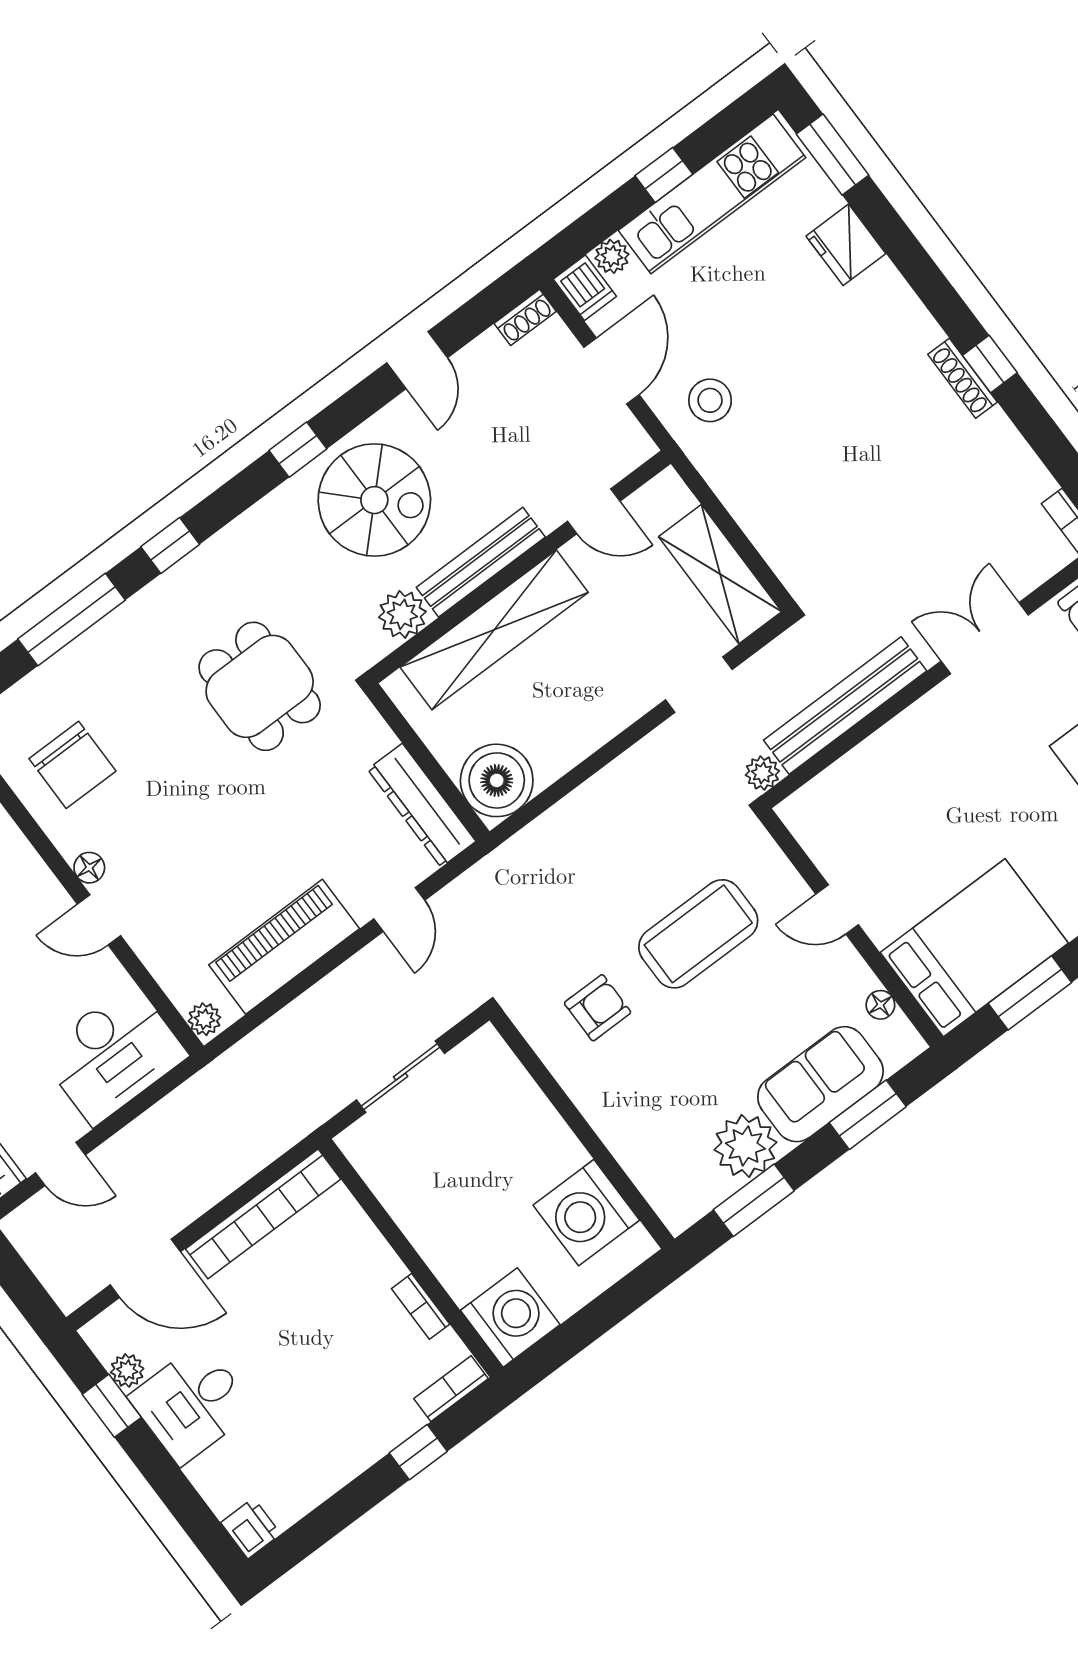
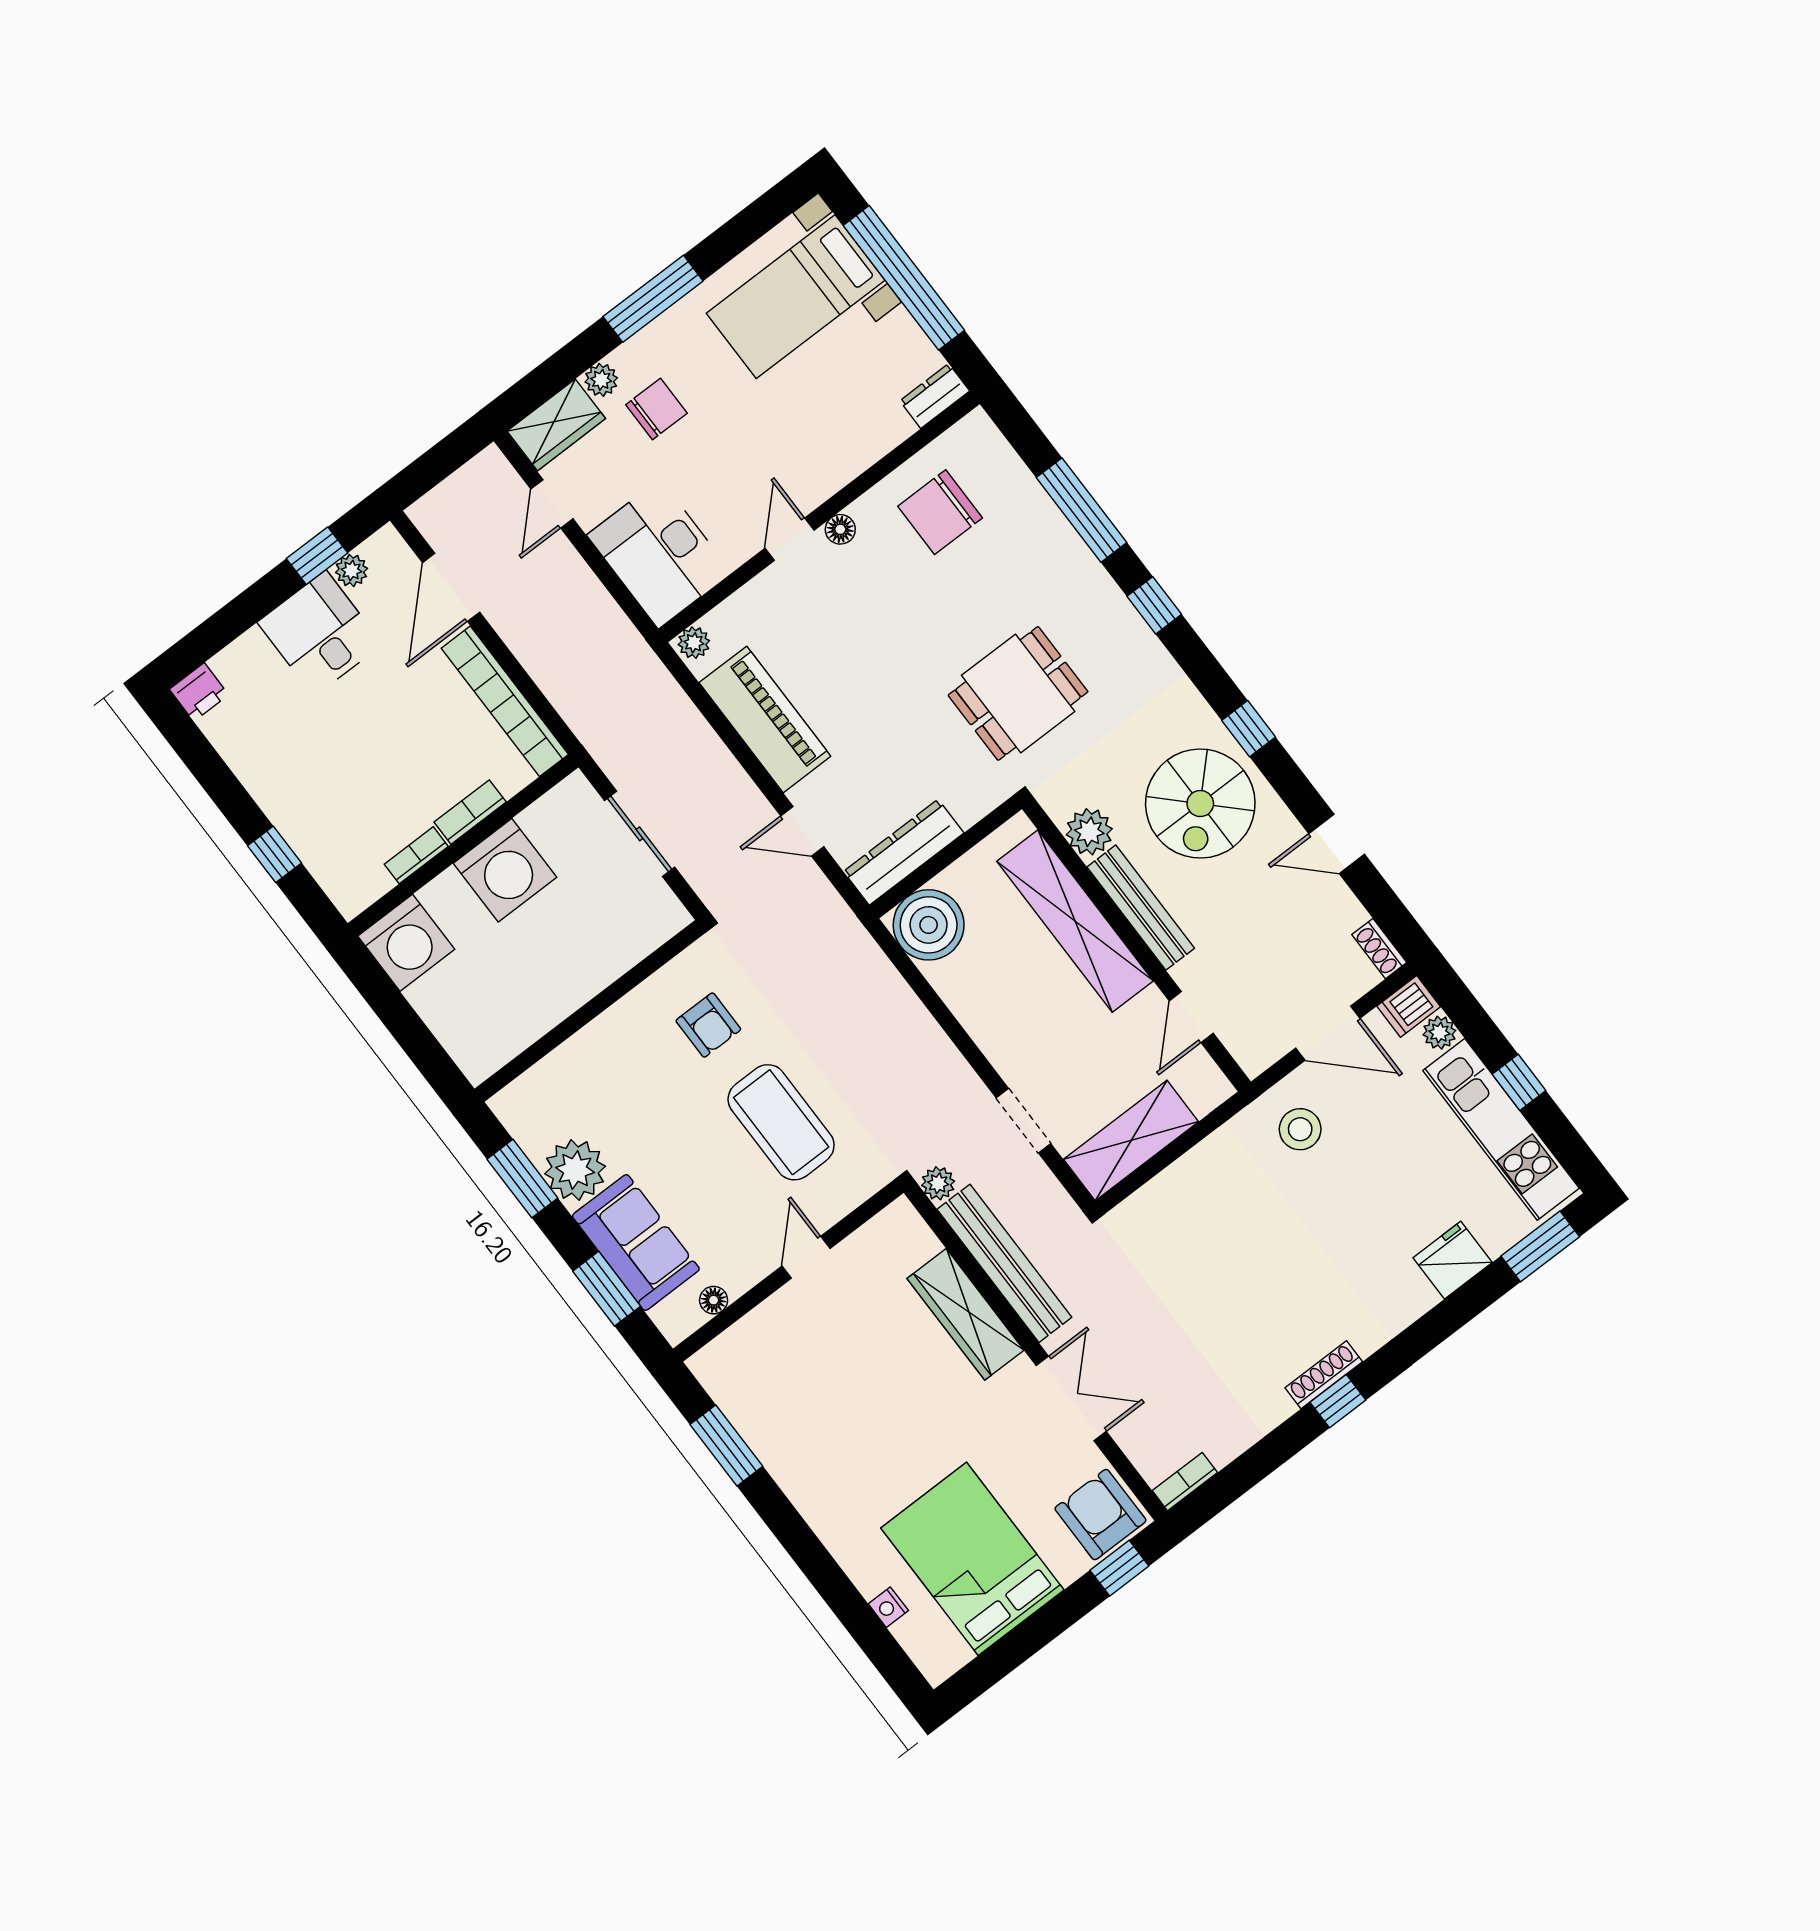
wardrobe: (897, 746) -> (966, 1314), added
bed: (974, 948) -> (770, 1391), removed
washing machine: (586, 1213) -> (505, 870), moved, turned 180
bookcase: (451, 1389) -> (470, 812), moved, turned -90

